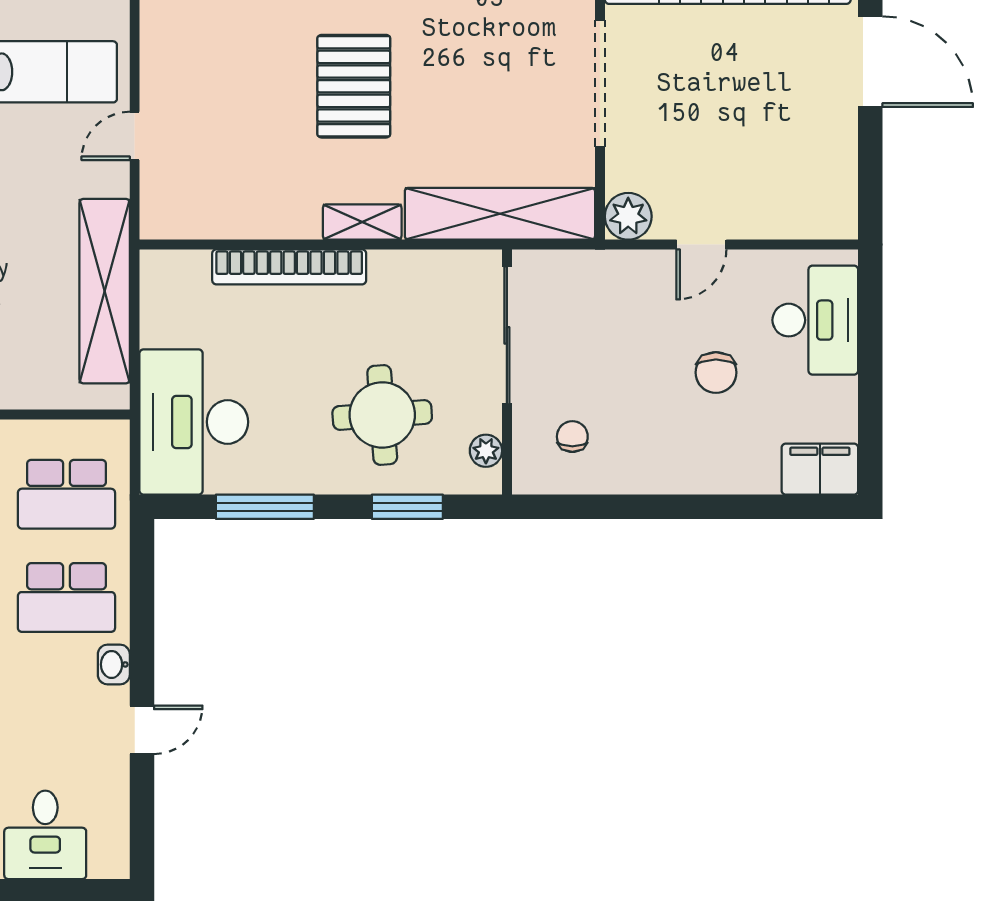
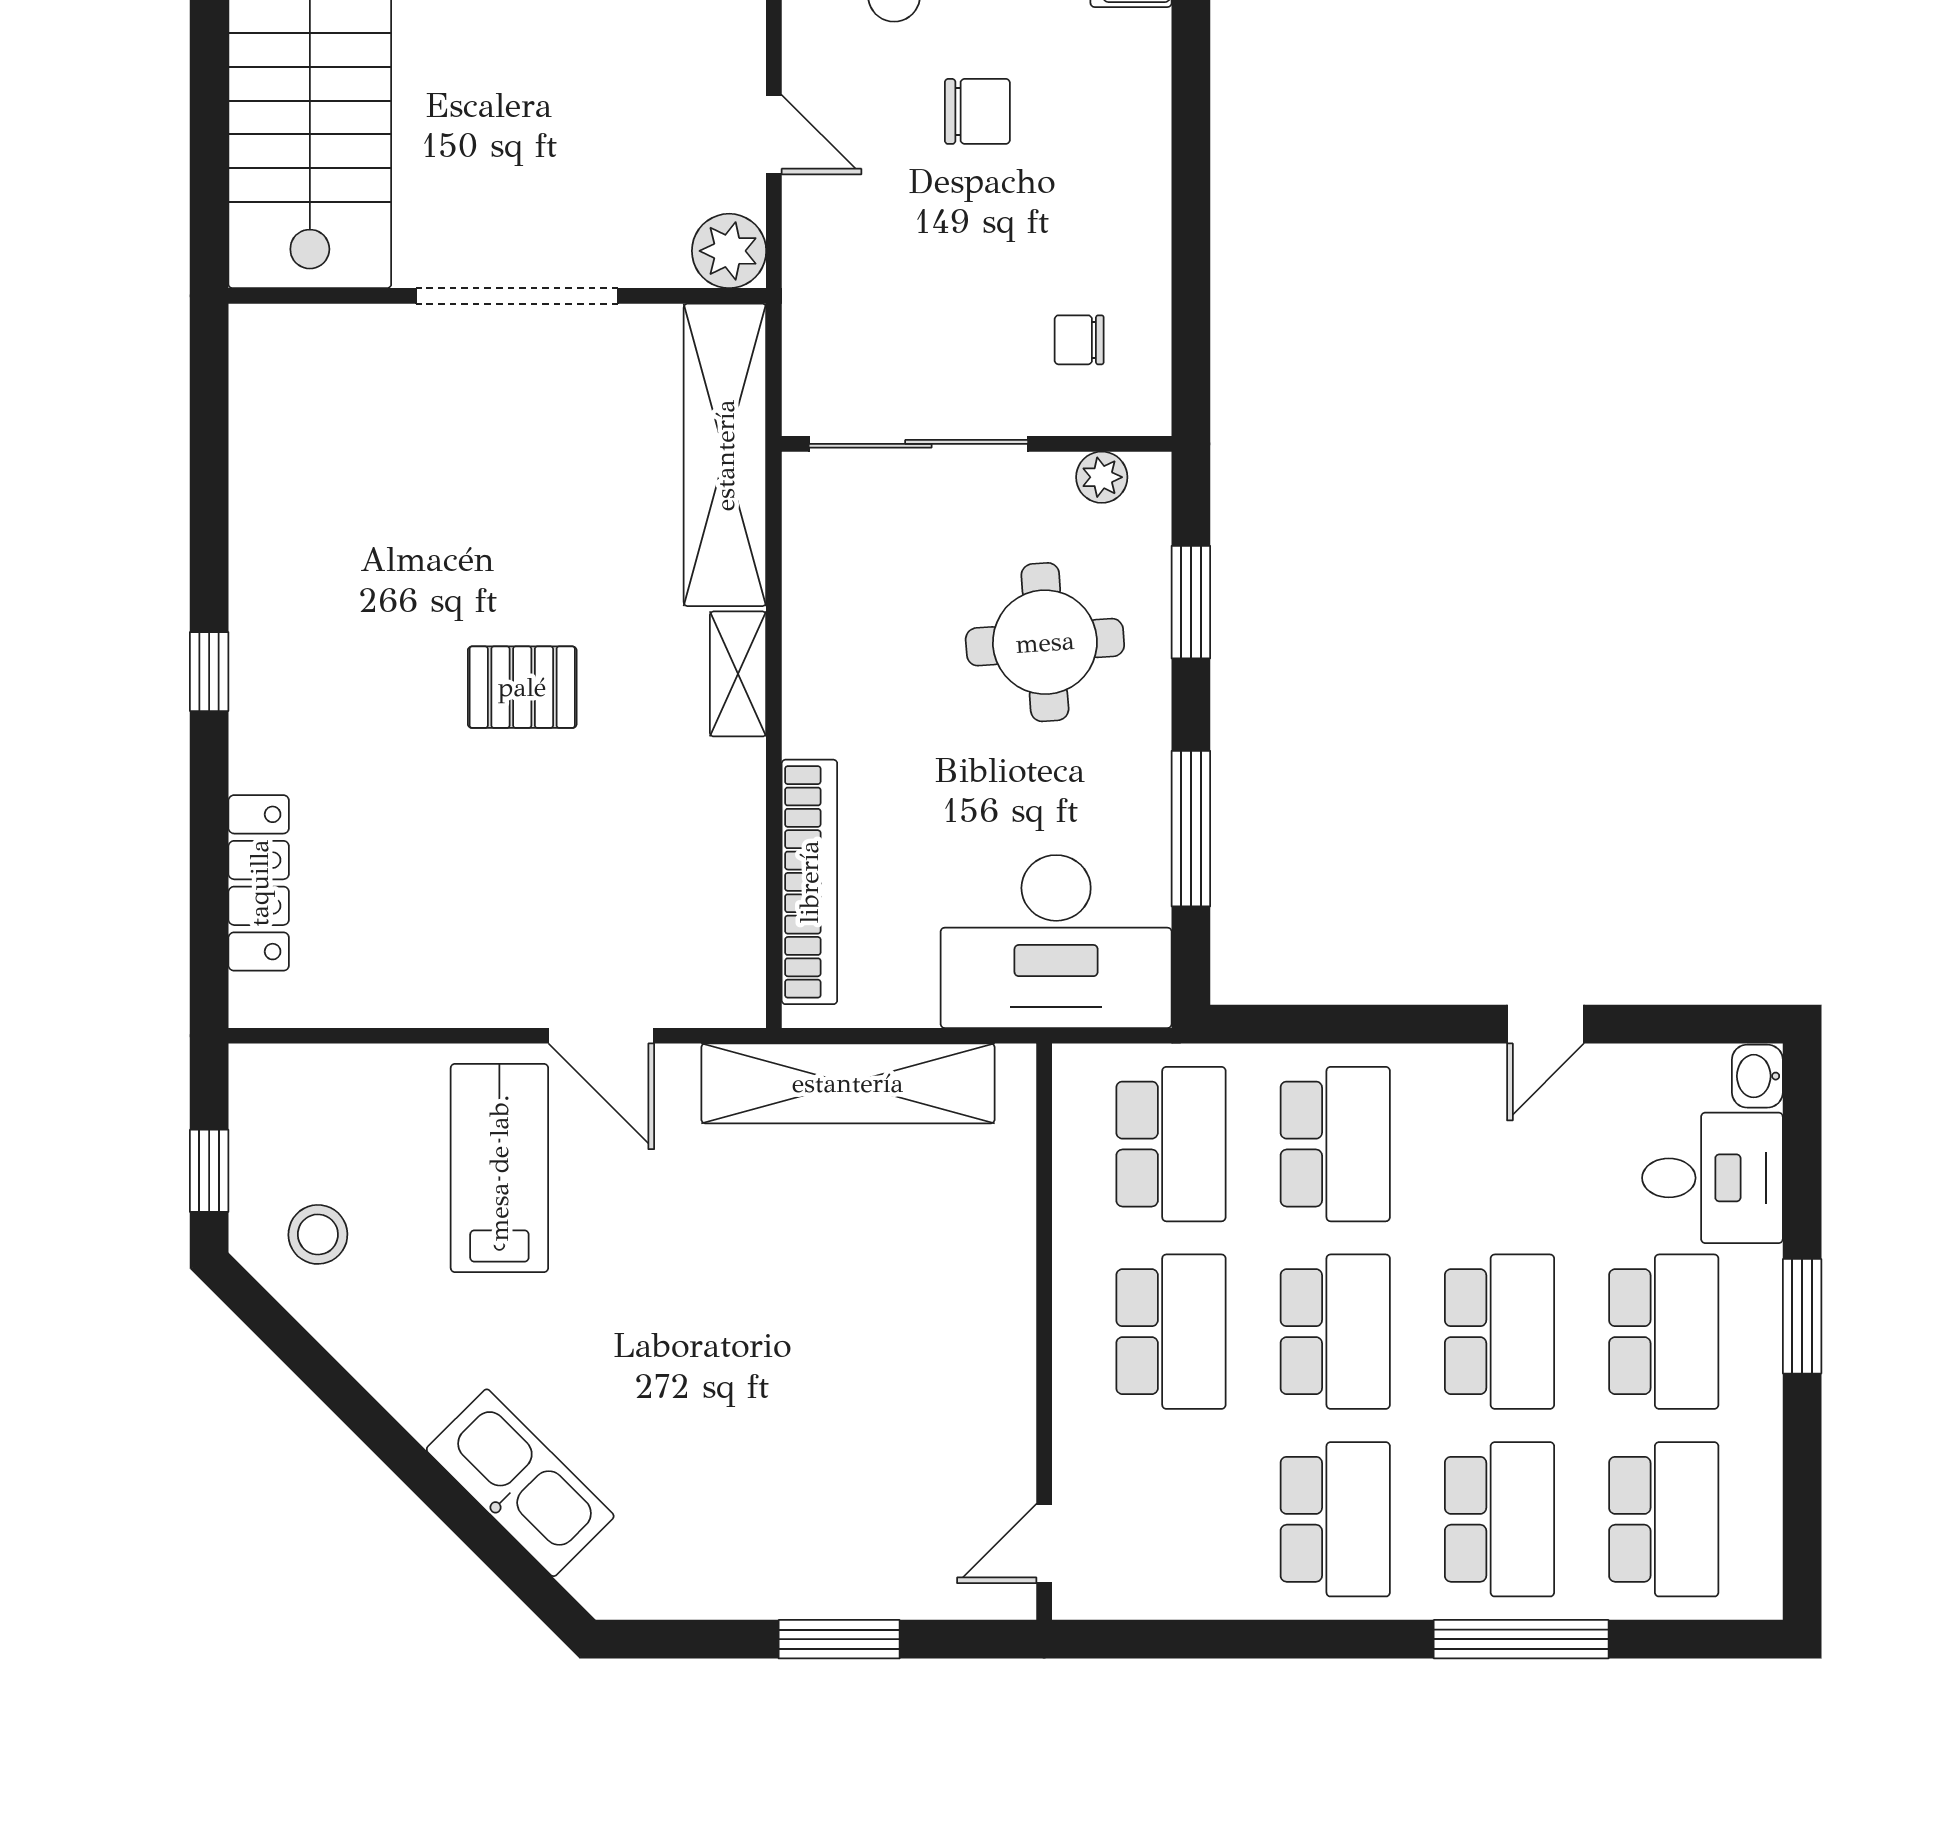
pallet: (354, 86) -> (522, 687), width x0.67, depth x0.71
door: (135, 136) -> (601, 1036), width x1.38
bookcase: (289, 267) -> (809, 882), moved
washbasin: (114, 664) -> (1757, 1076), moved, turned 90
door: (142, 730) -> (1546, 1024), swing flipped

